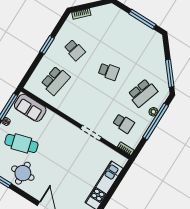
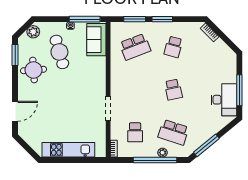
desk: (142, 36) -> (224, 100), added
window: (33, 67) -> (135, 19), added
school desk: (55, 81) -> (135, 47), turned -30

